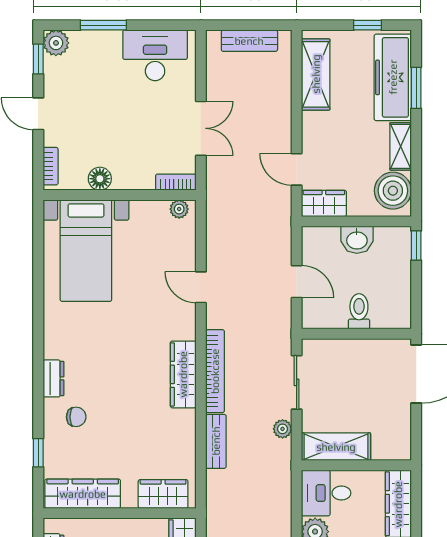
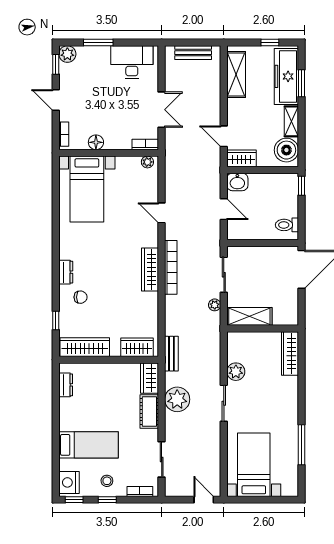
washbasin: (357, 240) -> (237, 182), moved
toilet: (359, 311) -> (287, 225), moved, turned -90
bench: (216, 441) -> (171, 354), moved
desk: (326, 493) -> (243, 347), removed

